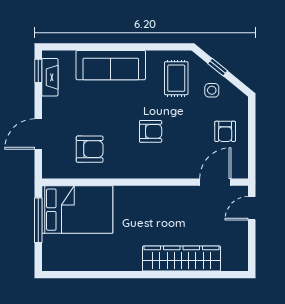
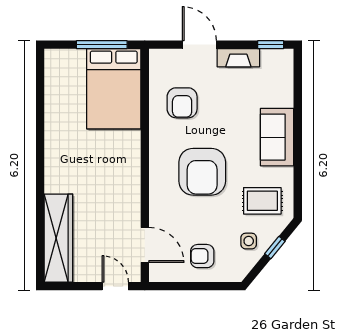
sofa: (111, 65) -> (277, 137), width x0.73
fireplace: (50, 77) -> (238, 58), moved
armchair: (151, 131) -> (202, 172), width x1.88, depth x1.88
wardrobe: (182, 259) -> (58, 238), moved

